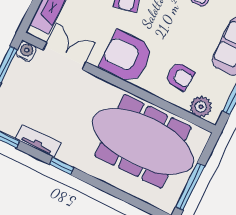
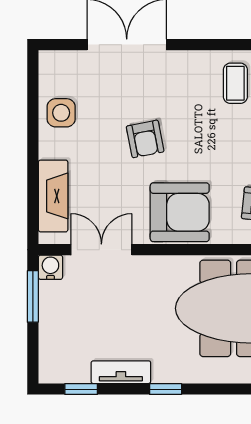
armchair: (127, 57) -> (180, 212), turned 180

